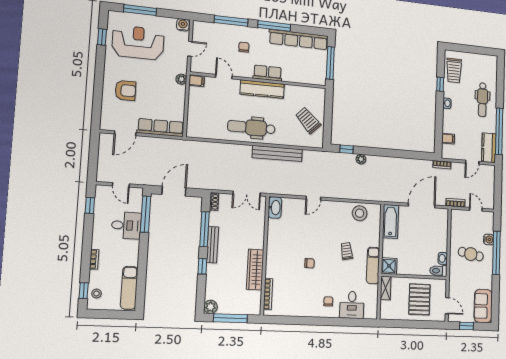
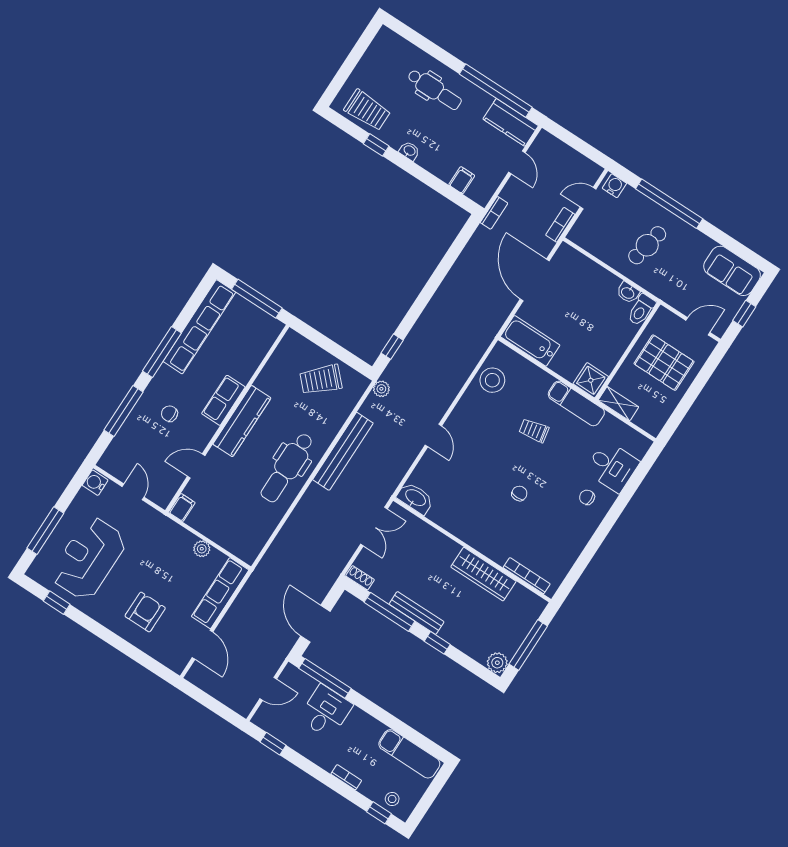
plant: (181, 79) -> (202, 549), moved
plant: (361, 159) -> (381, 389), moved
water cooler: (489, 239) -> (614, 186), moved

